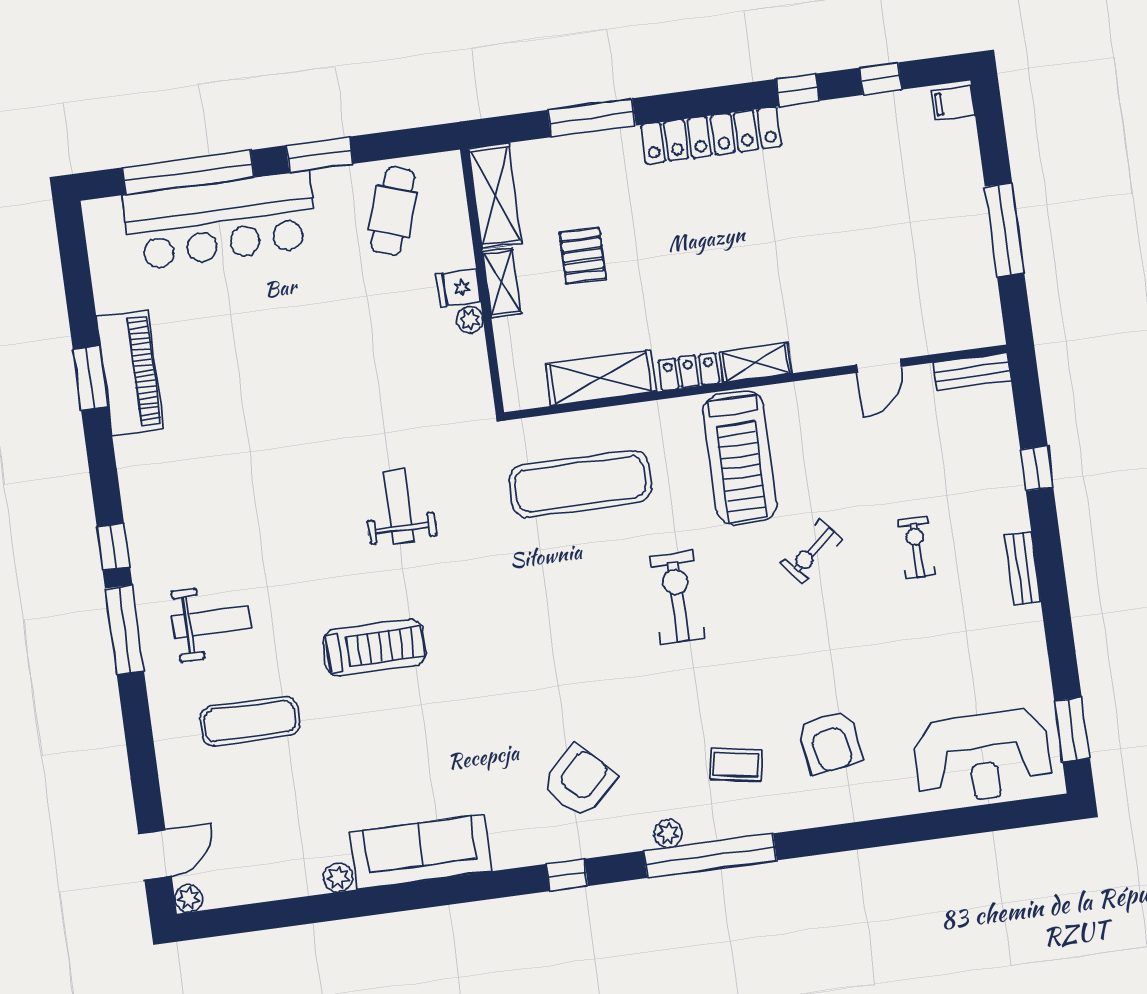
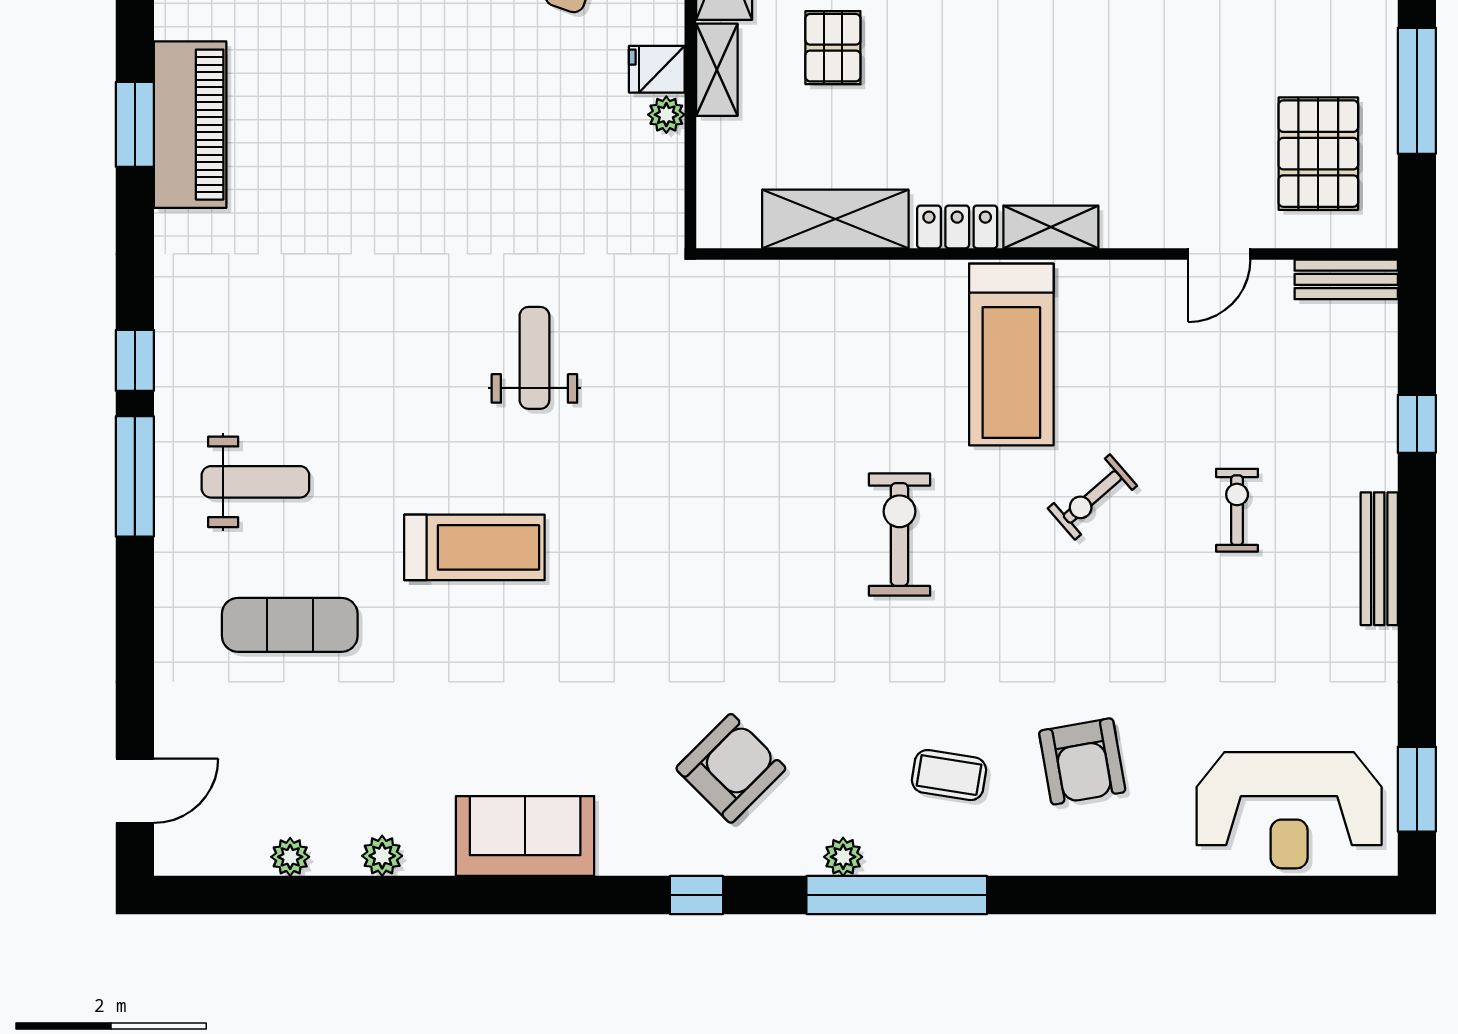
pallet: (940, 284) -> (1318, 154), added
exercise mat: (580, 484) -> (787, 360), removed
bench: (1023, 568) -> (1379, 559), width x1.36
sofa: (421, 852) -> (525, 836), width x0.73
plant: (189, 898) -> (290, 857), moved

